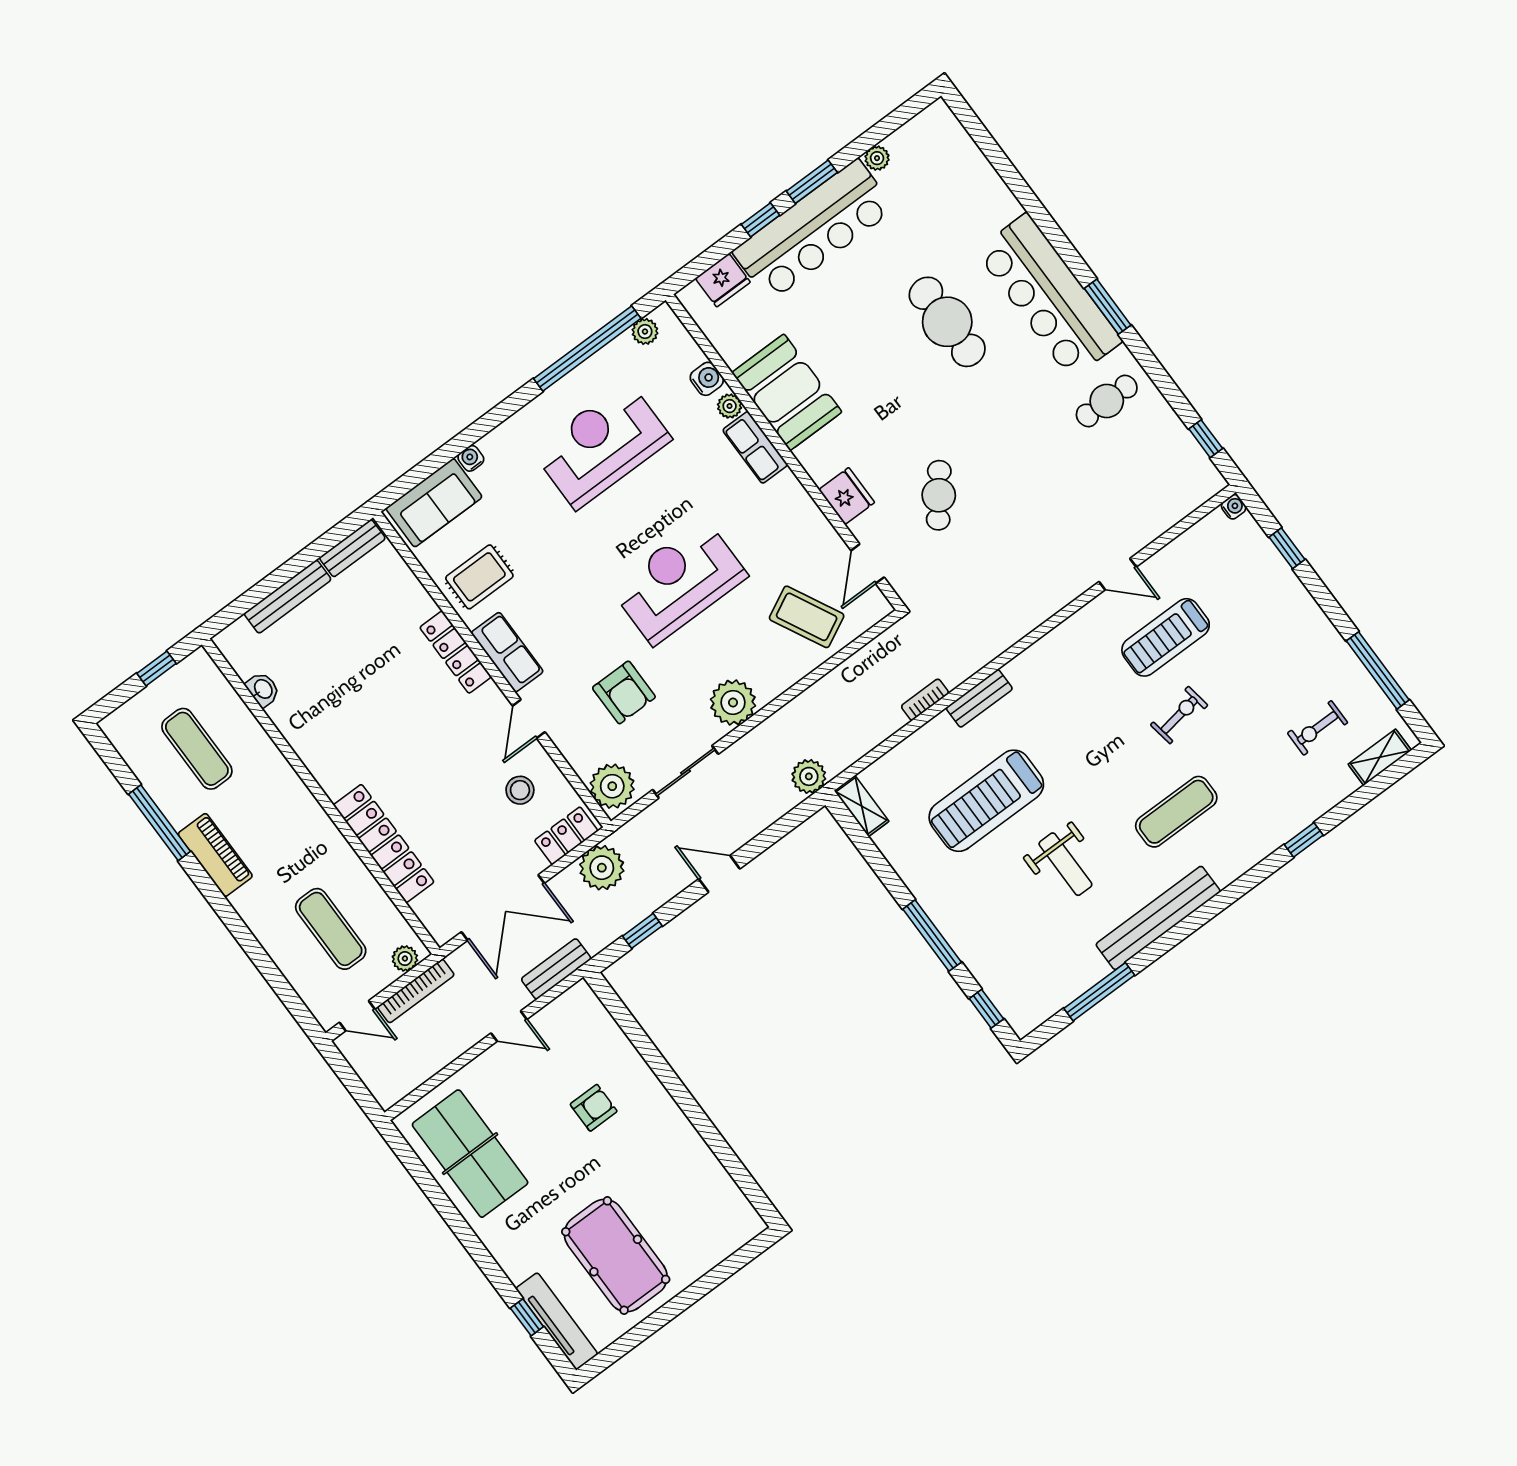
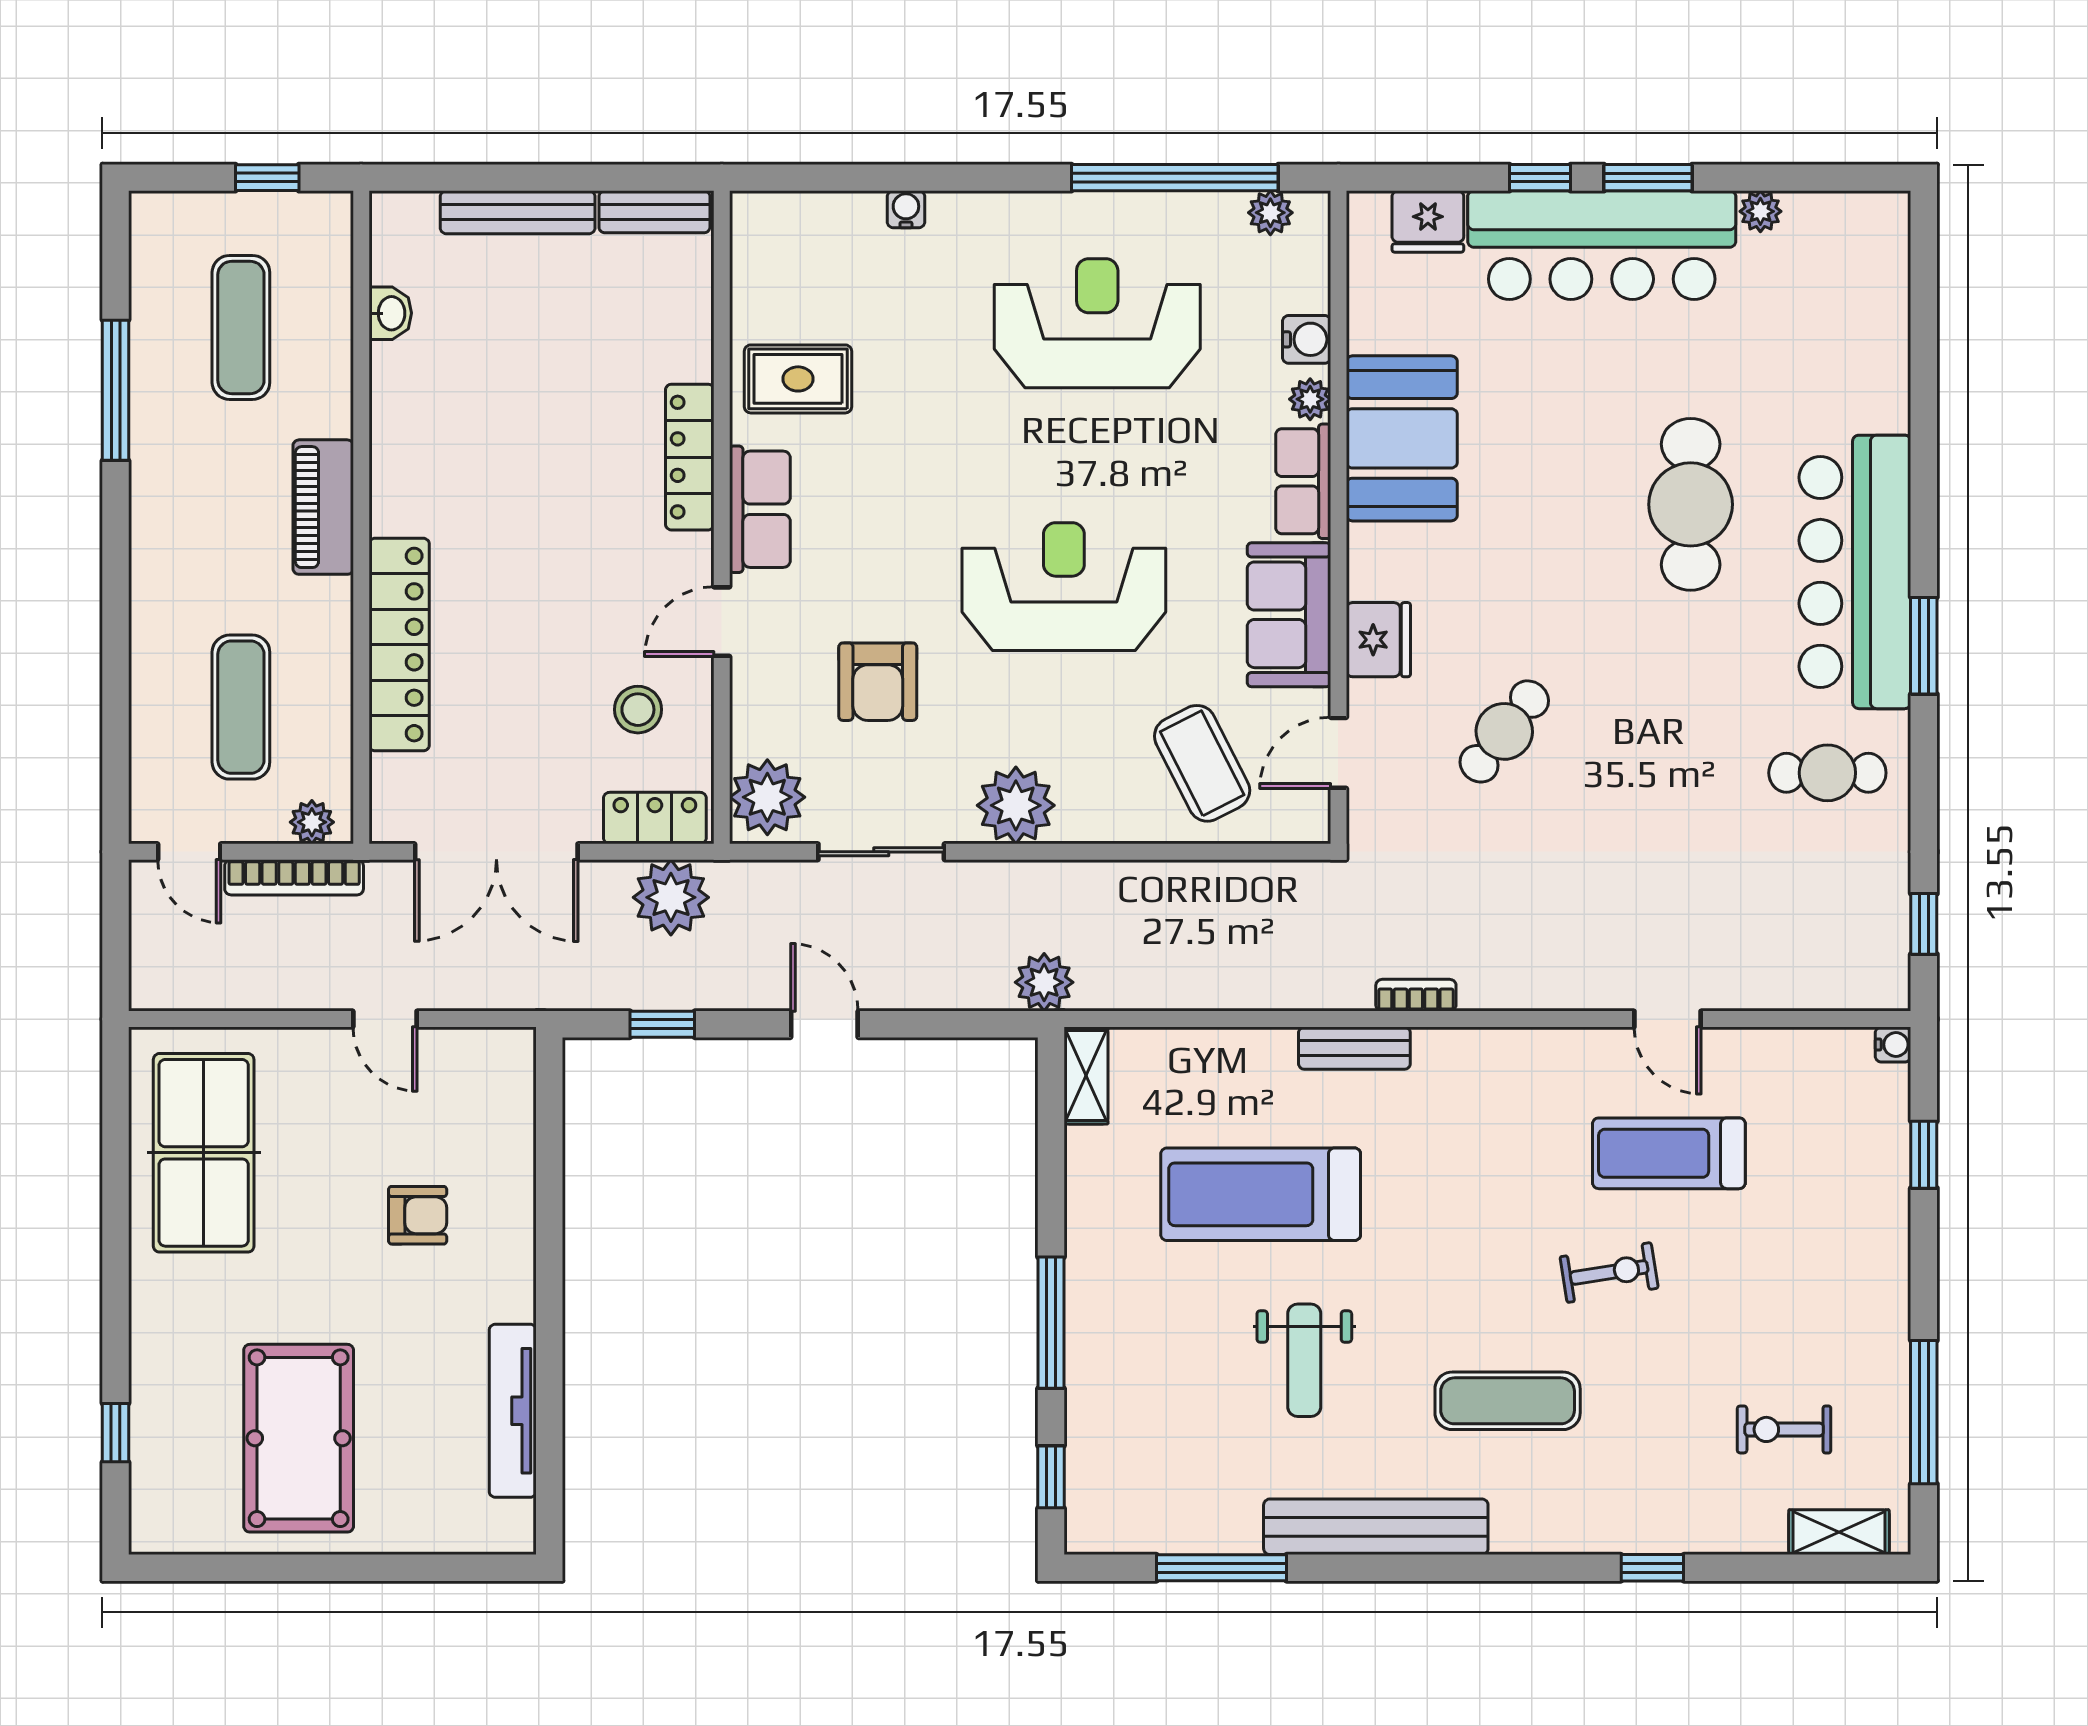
sofa: (434, 503) -> (1289, 615), moved, turned 90
bookcase: (925, 700) -> (1416, 995), moved
piano: (215, 855) -> (323, 507), moved, turned 180
bench: (556, 969) -> (507, 989), removed
tv unit: (557, 1321) -> (513, 1411), moved, turned 180

